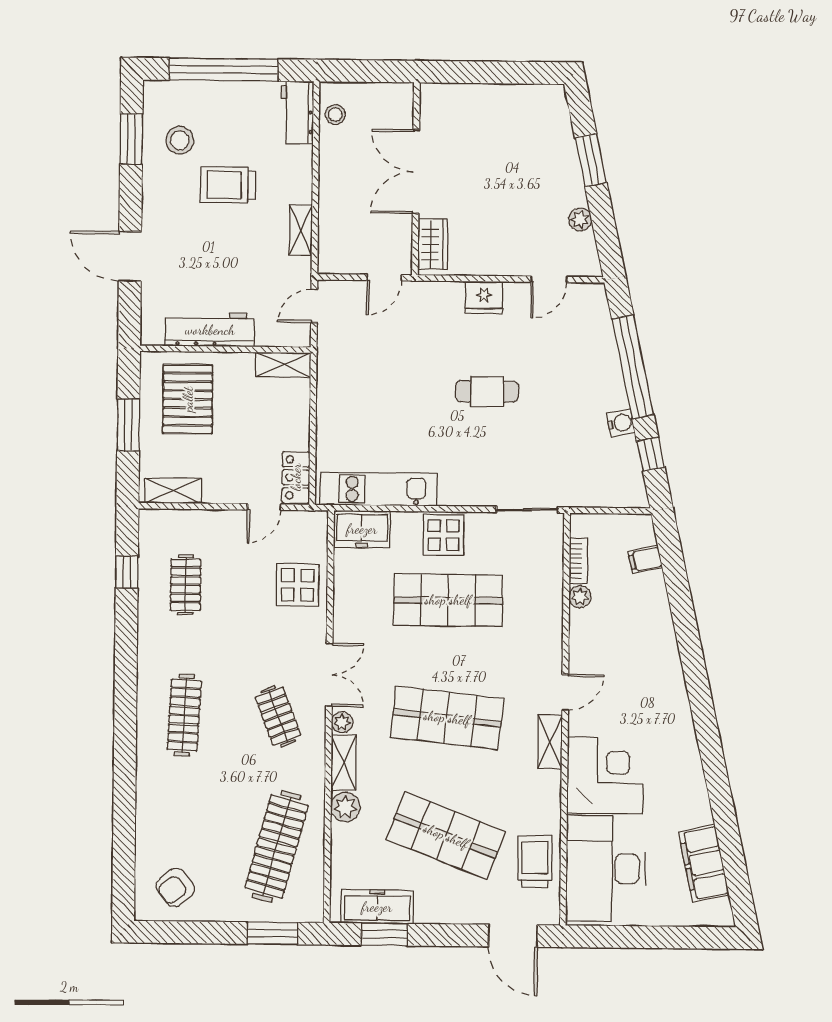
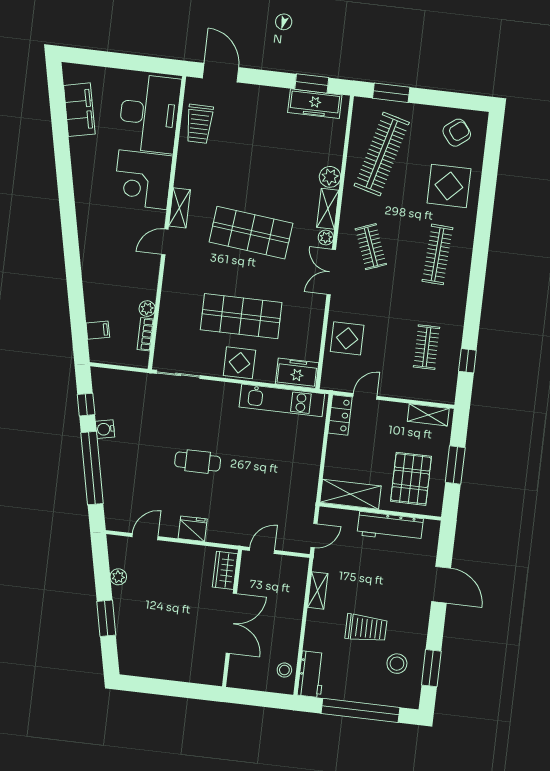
shelving: (283, 365) -> (350, 494), width x1.50, depth x1.33
display table: (179, 812) -> (449, 186), added
shop shelf: (446, 836) -> (261, 149), removed

